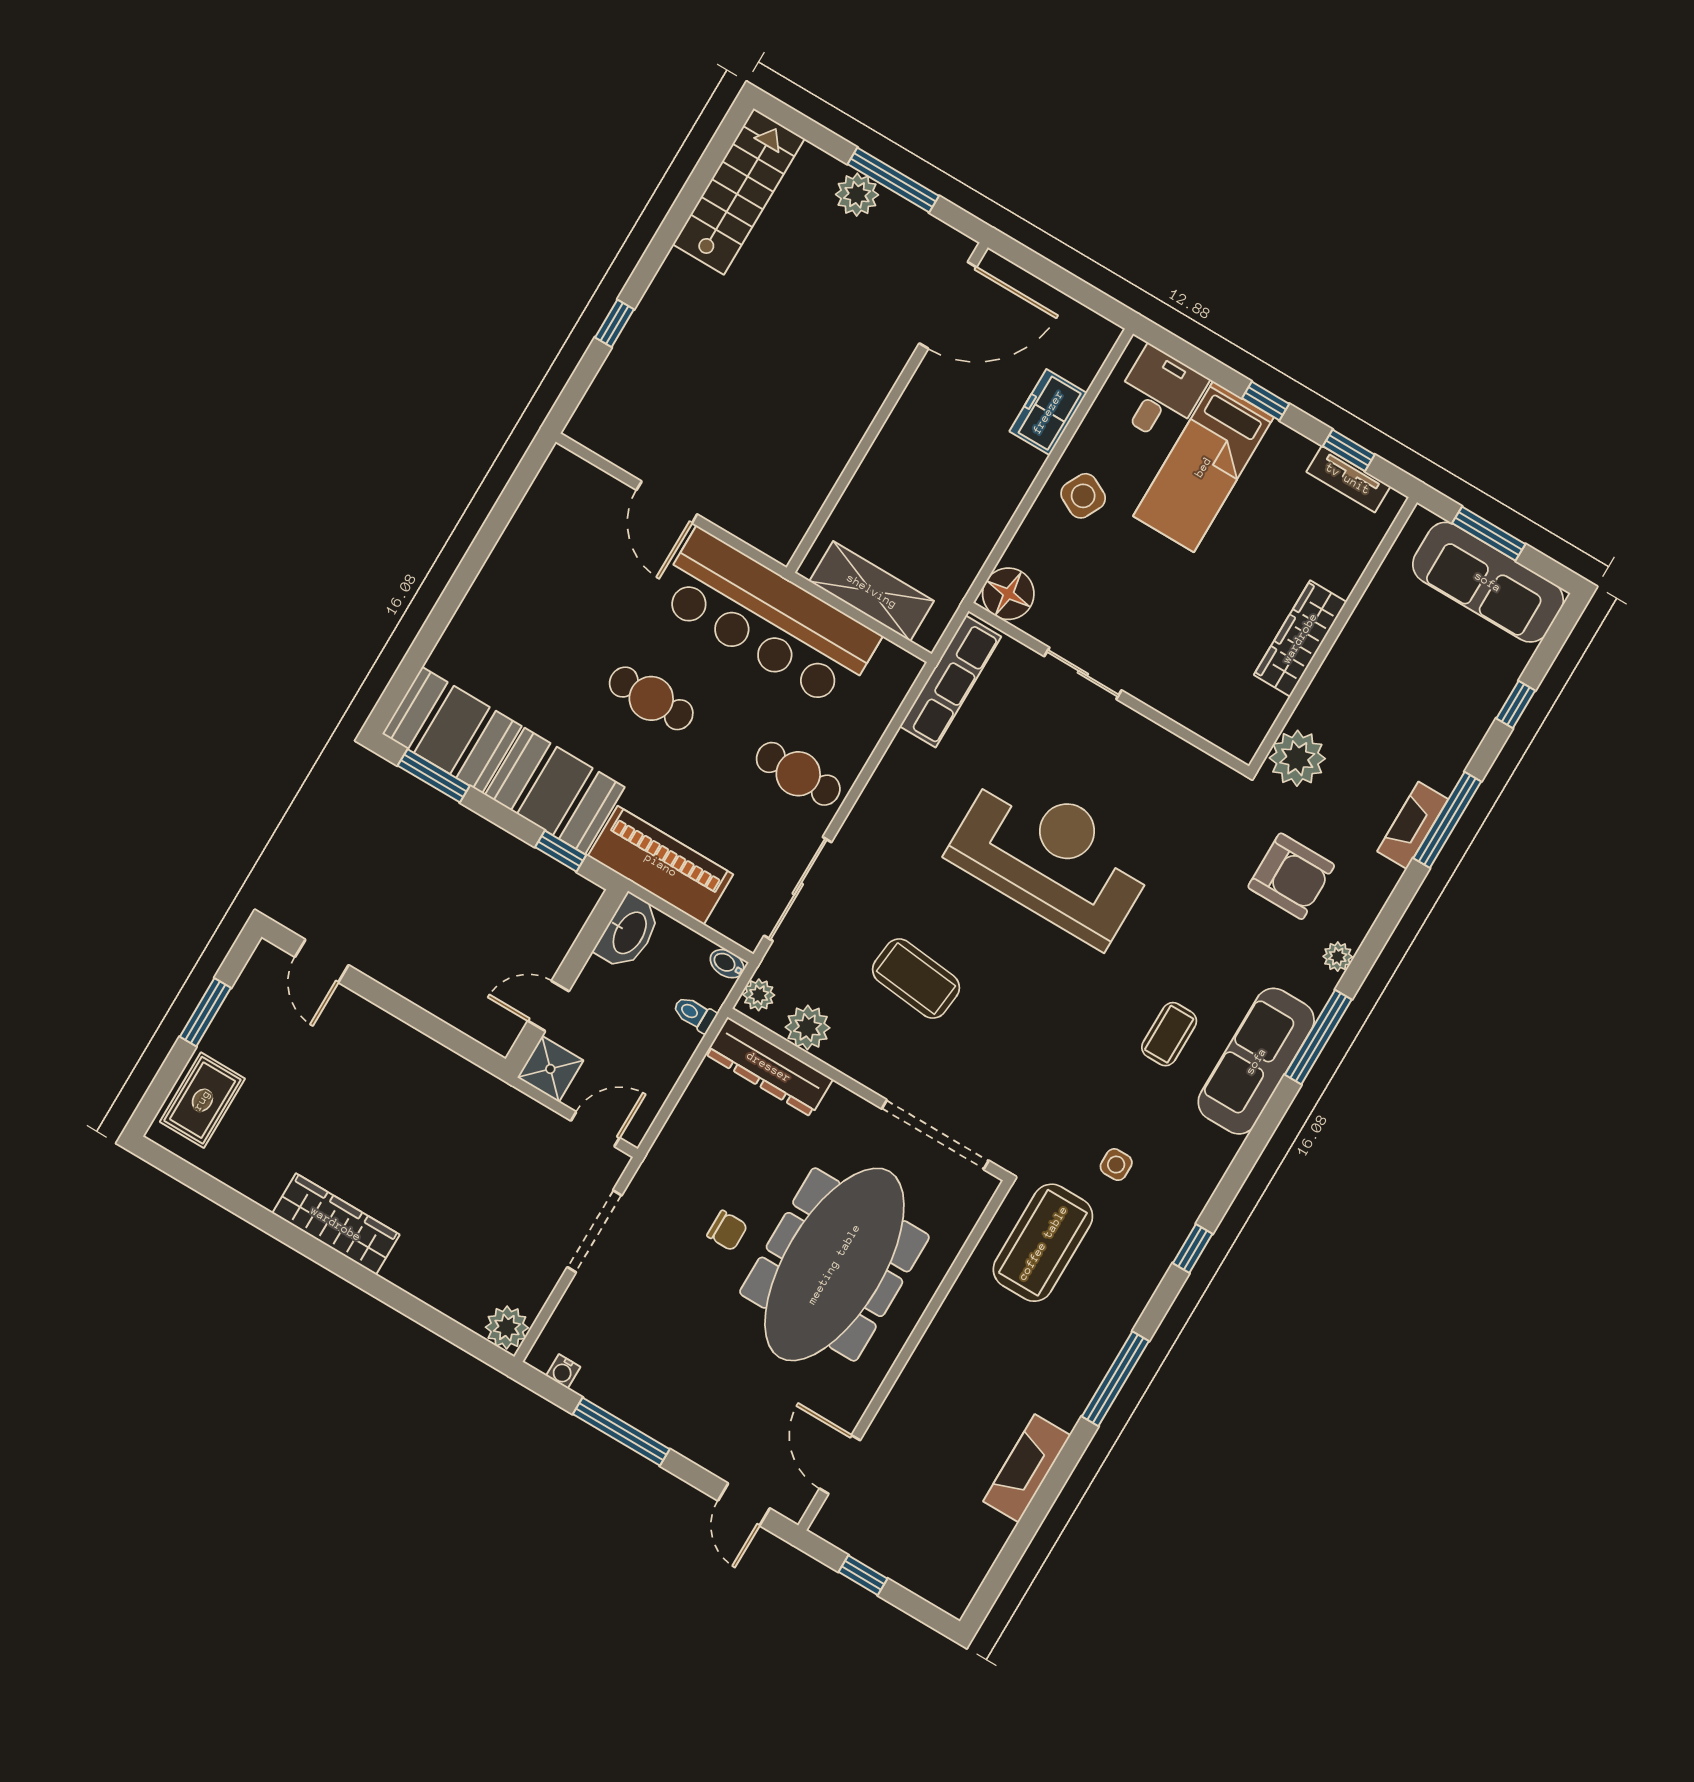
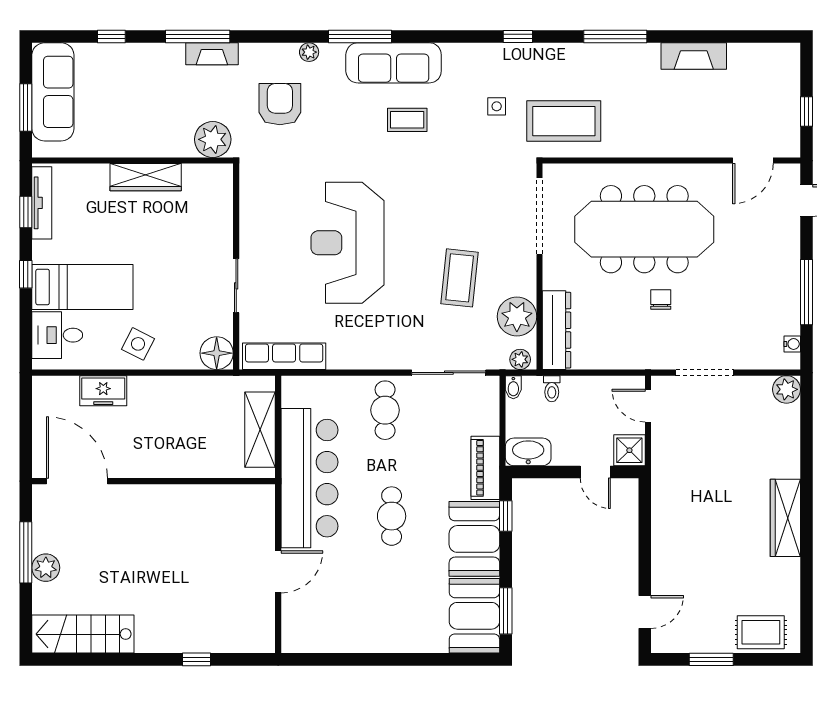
tv unit: (1348, 479) -> (42, 203), width x1.41
piano: (661, 865) -> (485, 468), width x0.73, depth x0.75
plant: (808, 1028) -> (517, 316), width x1.36, depth x1.36

